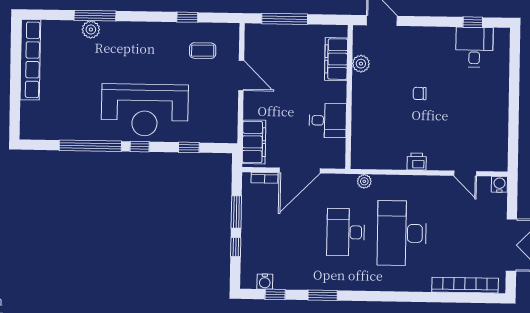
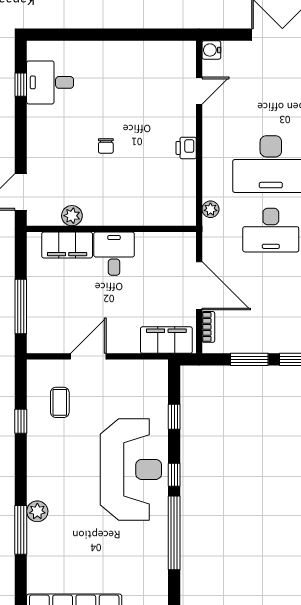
plant: (91, 30) -> (37, 511), moved
desk: (328, 120) -> (114, 254), moved

